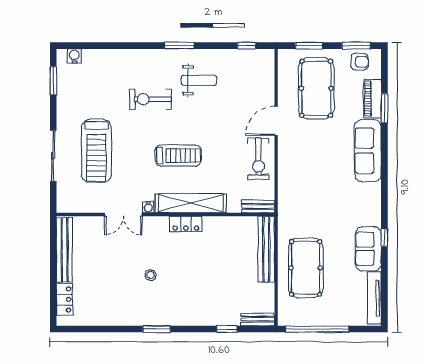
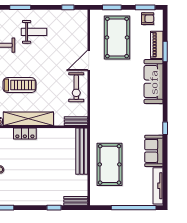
window: (384, 237) -> (165, 128), moved
window: (317, 329) -> (134, 208), moved

